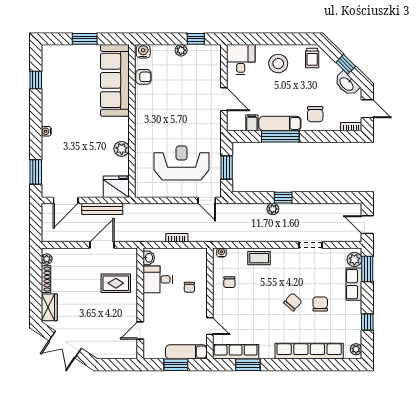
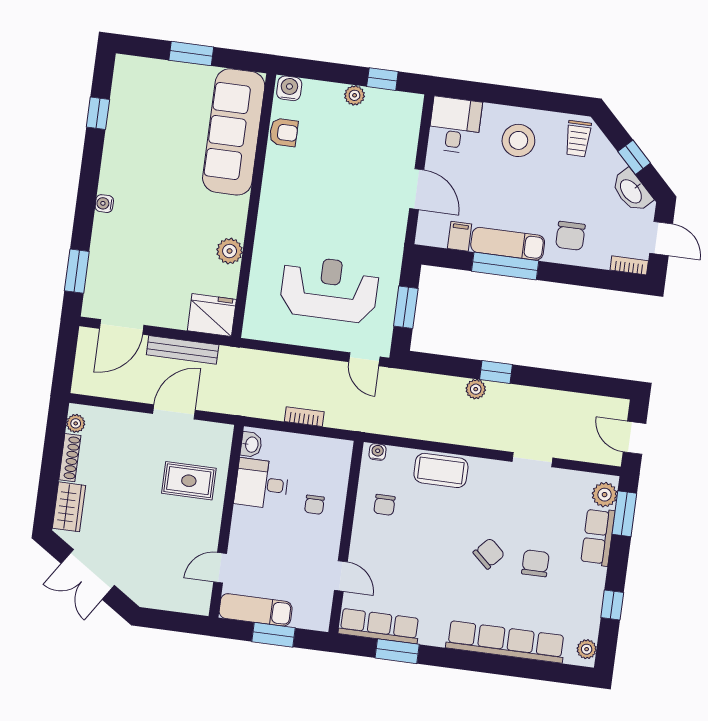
coffee table: (259, 258) -> (441, 470), width x1.36, depth x1.30
exam couch: (186, 352) -> (256, 610), moved

